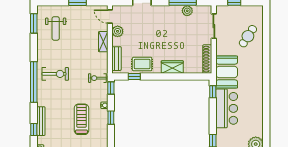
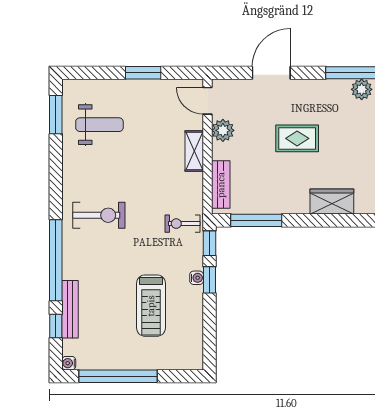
weight bench: (56, 28) -> (99, 125), turned -90
rug: (142, 64) -> (297, 138), moved
window: (134, 76) -> (256, 220), width x2.17
window: (34, 82) -> (56, 260), moved
window: (111, 118) -> (209, 280), moved
treadmill: (82, 119) -> (151, 306), turned 180

